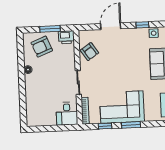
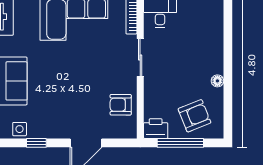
window: (50, 29) -> (180, 143), width x1.44
armchair: (89, 52) -> (121, 105), turned -56

